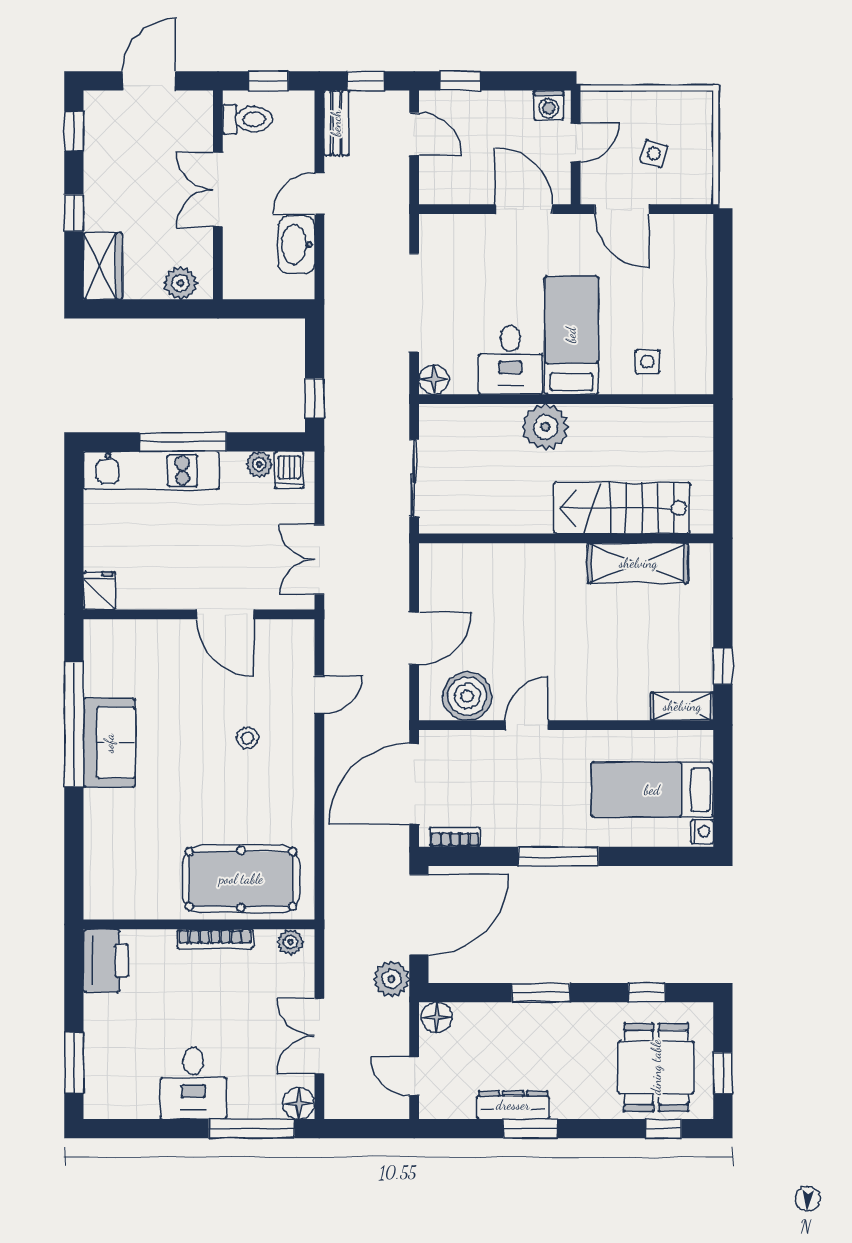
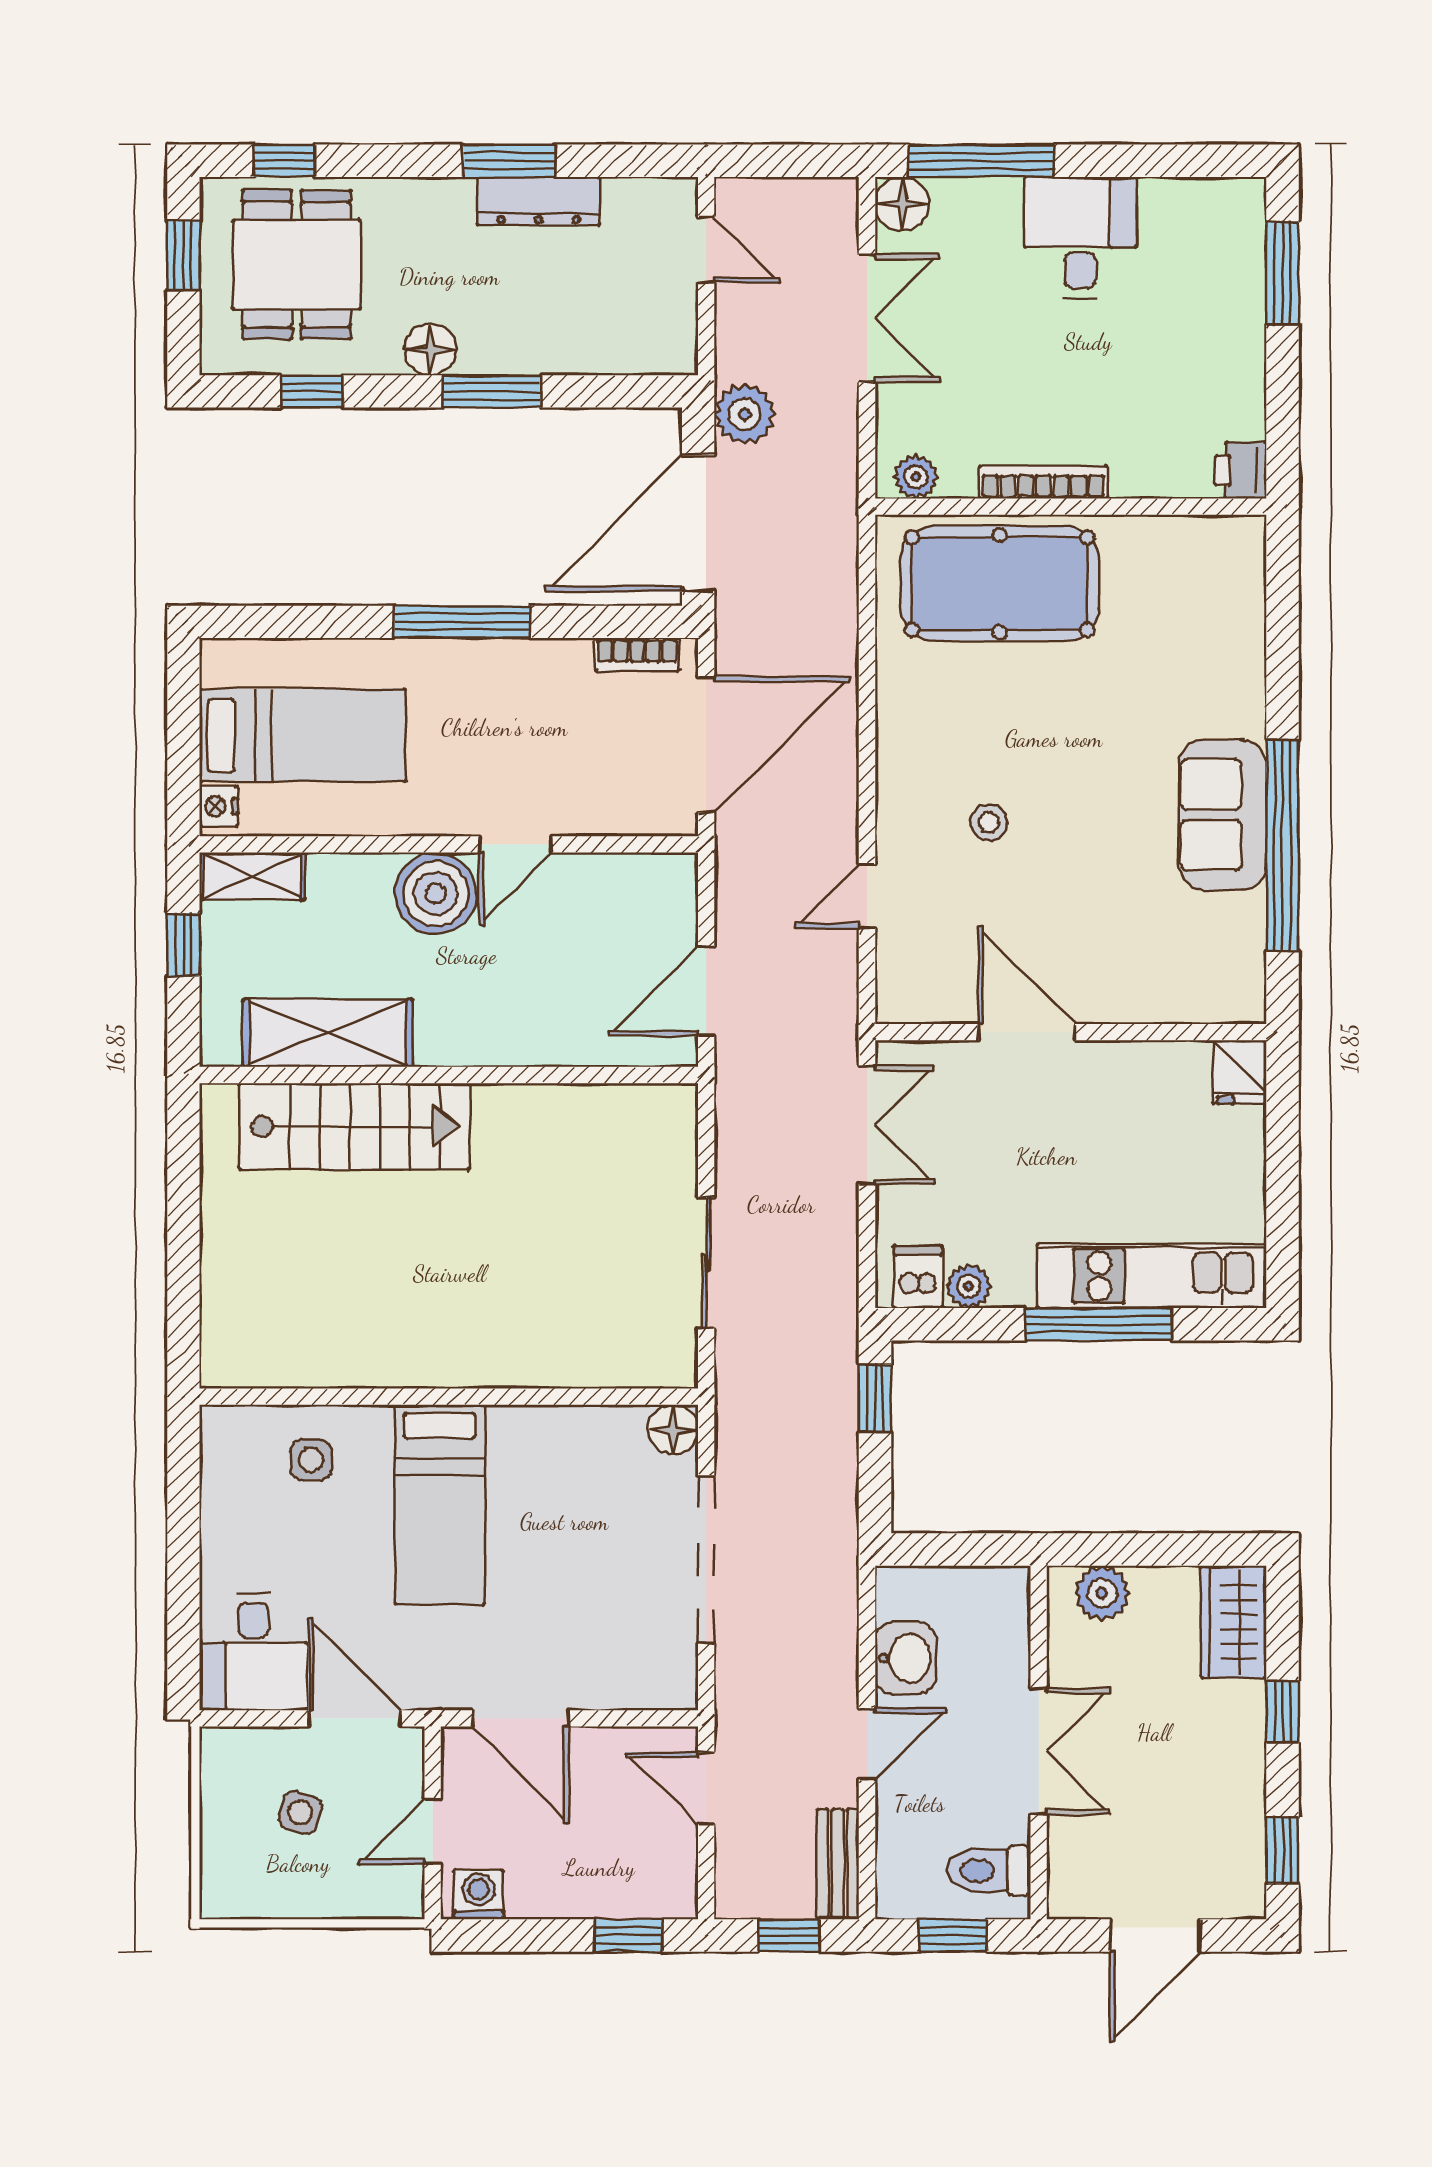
door: (414, 134) -> (706, 1789), moved
washbasin: (296, 245) -> (906, 1658), width x0.72
desk: (510, 360) -> (254, 1652), moved, turned 180
plant: (545, 427) -> (484, 1349), removed
stairs: (622, 508) -> (355, 1126), moved
wall: (566, 538) -> (449, 1075), moved
shelving: (638, 563) -> (328, 1033), moved
boiler: (467, 696) -> (436, 893), moved
nightstand: (702, 832) -> (219, 806), moved
printer: (106, 961) -> (1241, 470), width x0.53, depth x0.68
floor lamp: (437, 1017) -> (430, 349), moved

